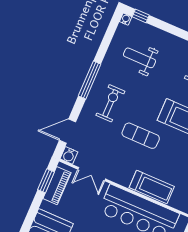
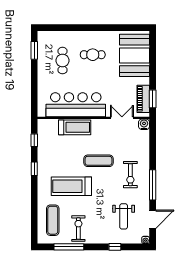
window: (141, 16) -> (115, 247), moved
weight bench: (139, 58) -> (124, 216), turned 90
door: (68, 131) -> (153, 219), moved
treadmill: (152, 187) -> (75, 127), turned 180

